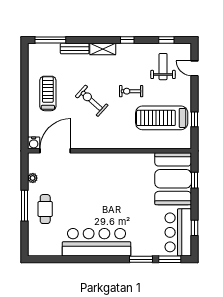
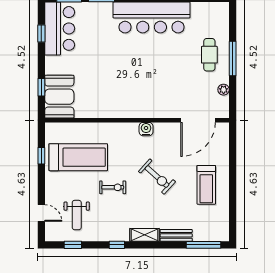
water cooler: (34, 143) -> (146, 129), moved
booth: (173, 179) -> (59, 97), width x0.73, depth x0.70

